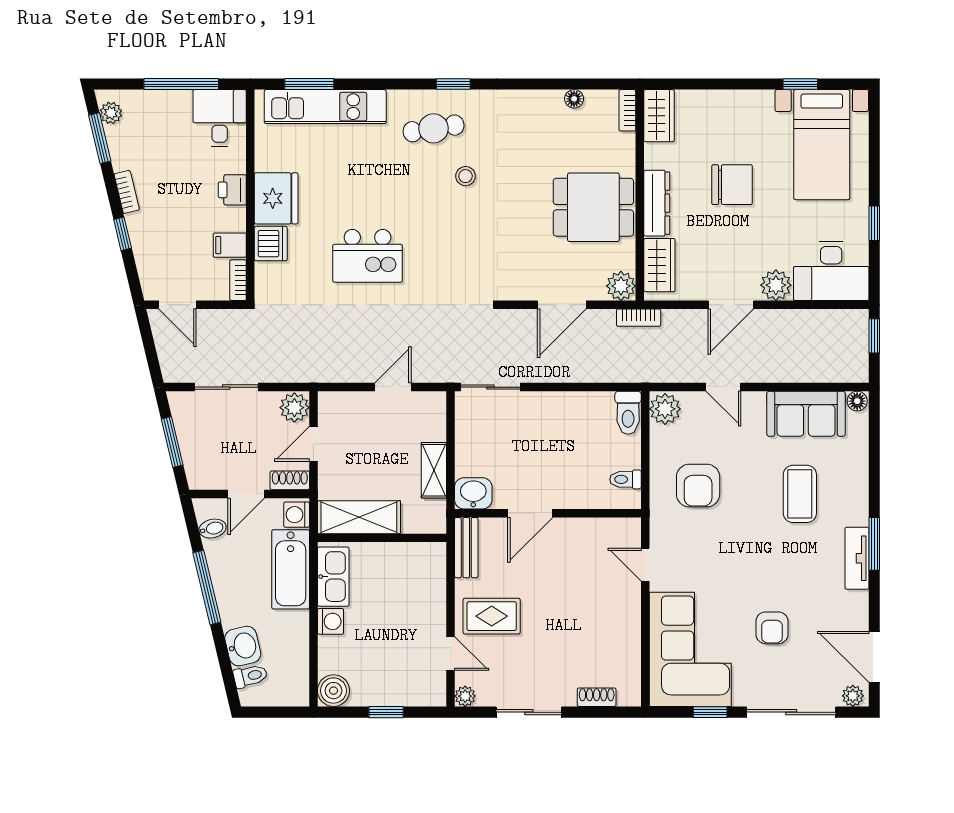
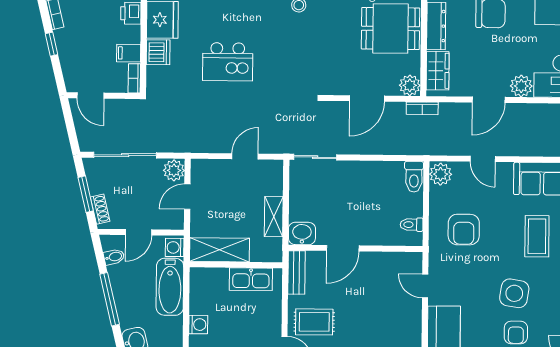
sliding door: (226, 387) -> (125, 155), width x1.37
shoe rack: (290, 480) -> (100, 209), moved, turned 77
side table: (769, 573) -> (514, 293), added
kitchen sink: (333, 577) -> (251, 279), moved, turned 90

